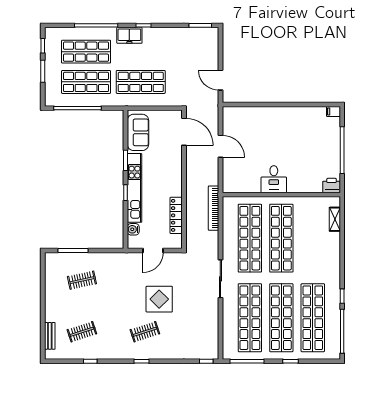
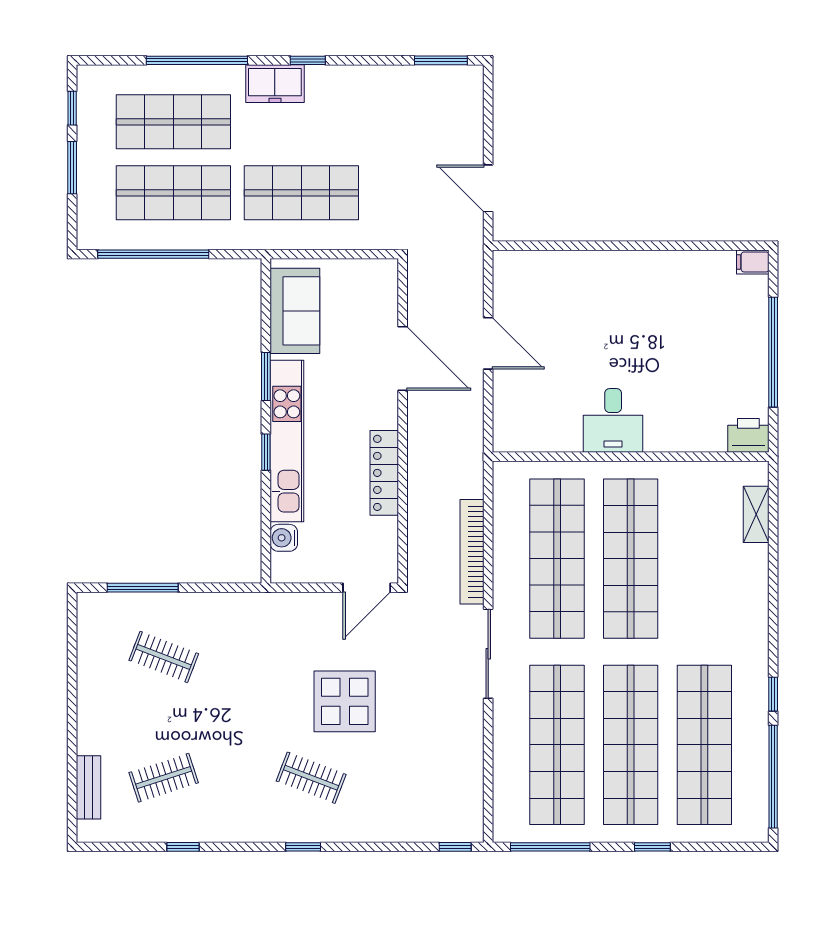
door: (184, 132) -> (403, 359), moved
bookcase: (214, 208) -> (472, 552), moved
locker: (176, 215) -> (384, 473), moved
door: (153, 251) -> (367, 588), moved
clothes rail: (82, 280) -> (164, 657), turned 33
clothes rail: (145, 332) -> (311, 778), turned 39

